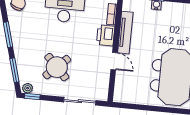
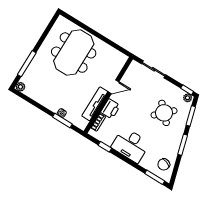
door: (114, 61) -> (113, 87), swing flipped
round table: (57, 67) -> (164, 113), moved

